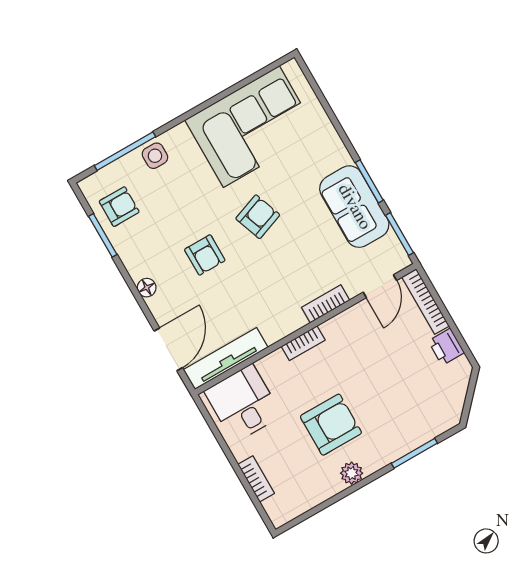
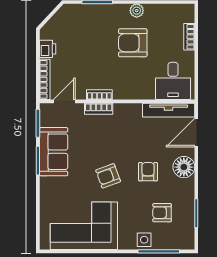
armchair: (119, 207) -> (162, 213), moved
floor lamp: (147, 288) -> (184, 167), width x1.89, depth x1.89
bookcase: (303, 343) -> (99, 95), moved

